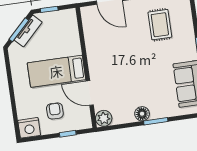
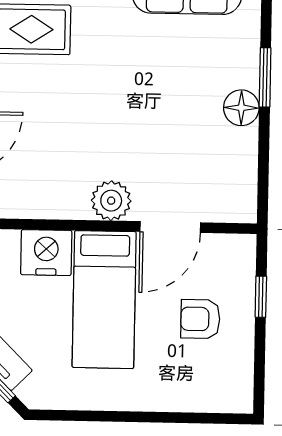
plant: (104, 118) -> (111, 201), moved
nightstand: (29, 128) -> (46, 253), moved, turned -90

